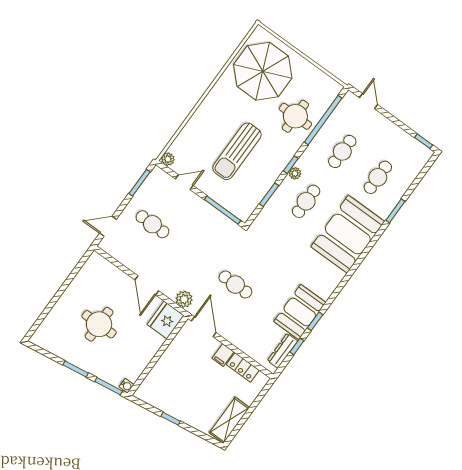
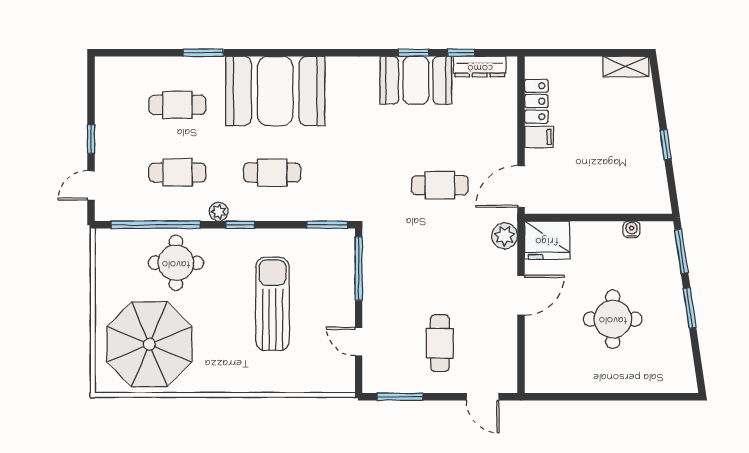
window: (424, 141) -> (91, 139), moved
sun lounger: (237, 151) -> (273, 304), turned -90
plant: (168, 159) -> (345, 383), removed
plant: (295, 173) -> (219, 212), moved
window: (269, 195) -> (327, 225), moved
cafe table: (235, 285) -> (440, 185), turned 90
water cooler: (126, 386) -> (632, 229), moved
shelving: (229, 420) -> (626, 67), width x0.67, depth x0.75

